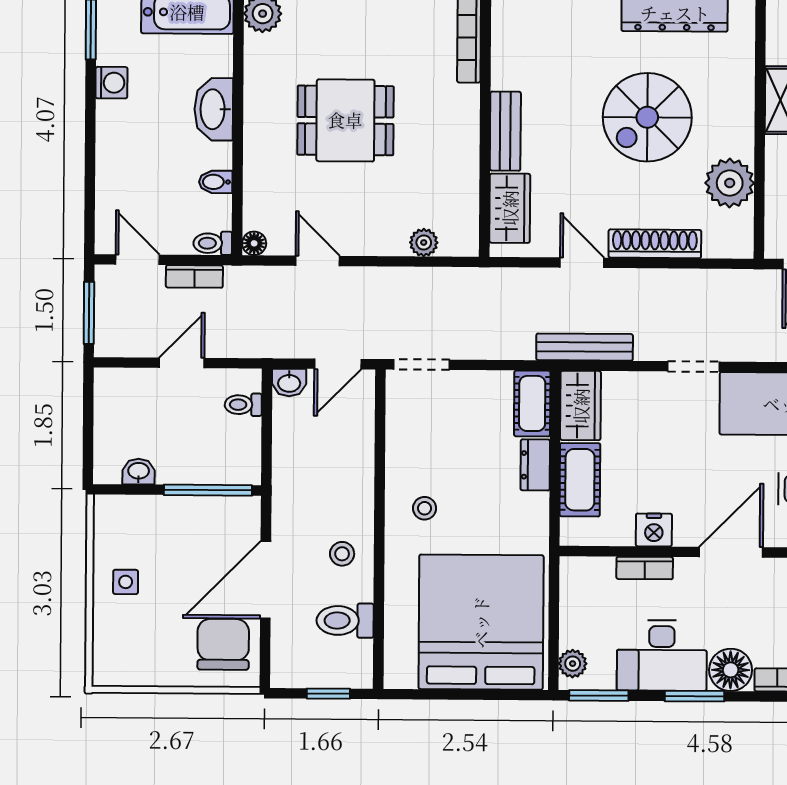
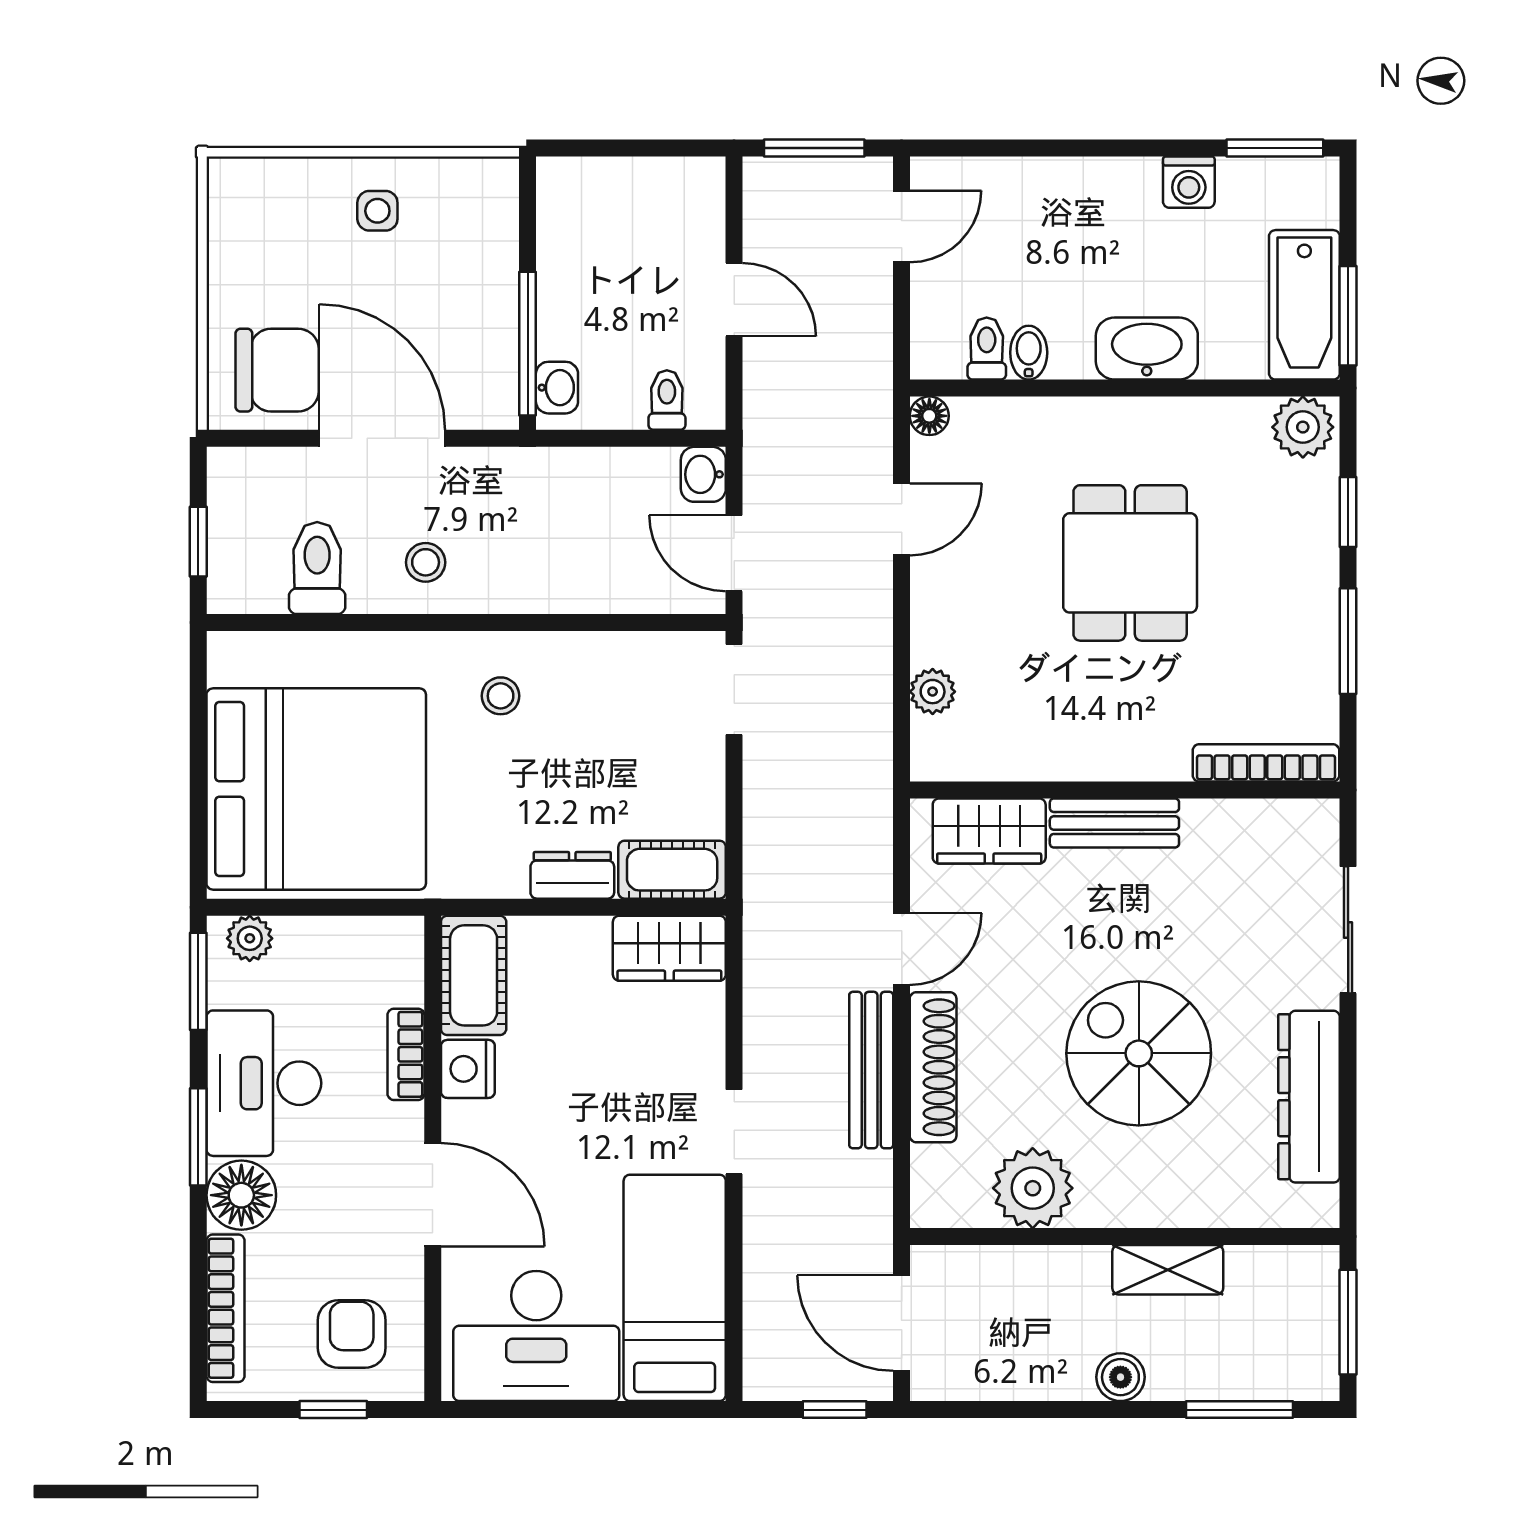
toilet: (213, 243) -> (987, 349), moved
bookcase: (194, 276) -> (875, 319), removed
bench: (585, 347) -> (871, 1070), moved
washbasin: (139, 472) -> (557, 388), moved
cot: (580, 480) -> (474, 975), moved, turned 90

